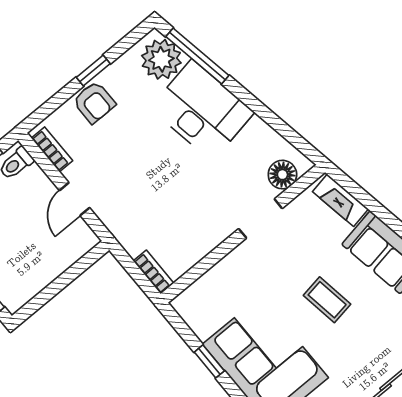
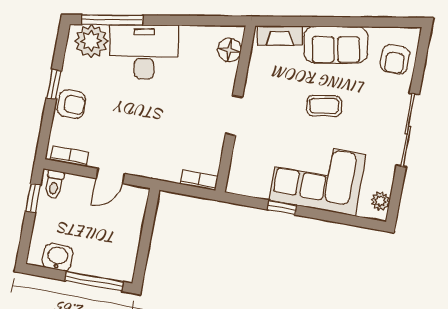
door: (74, 199) -> (110, 176), hinge flipped
doorway: (260, 219) -> (234, 116), moved

